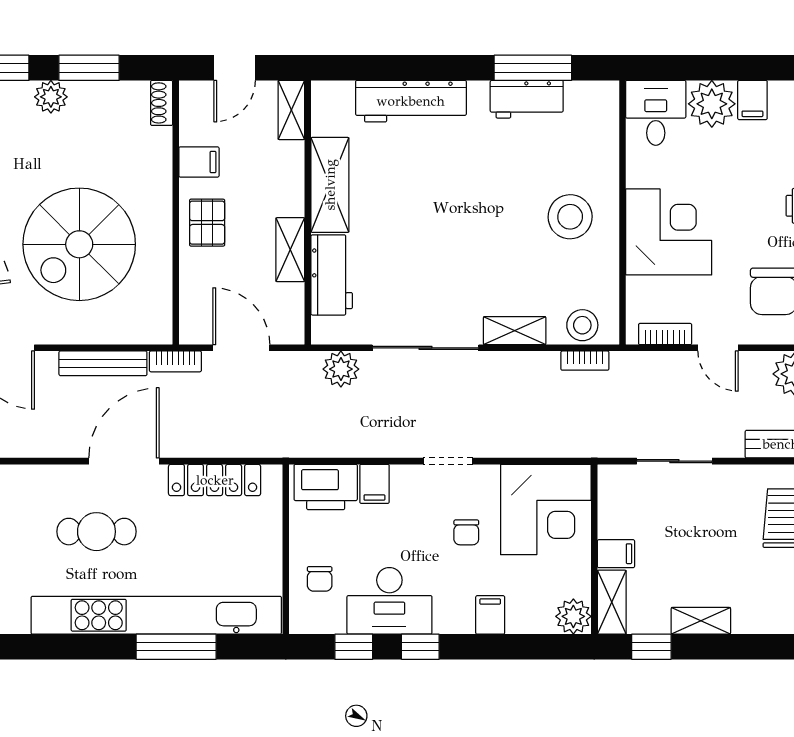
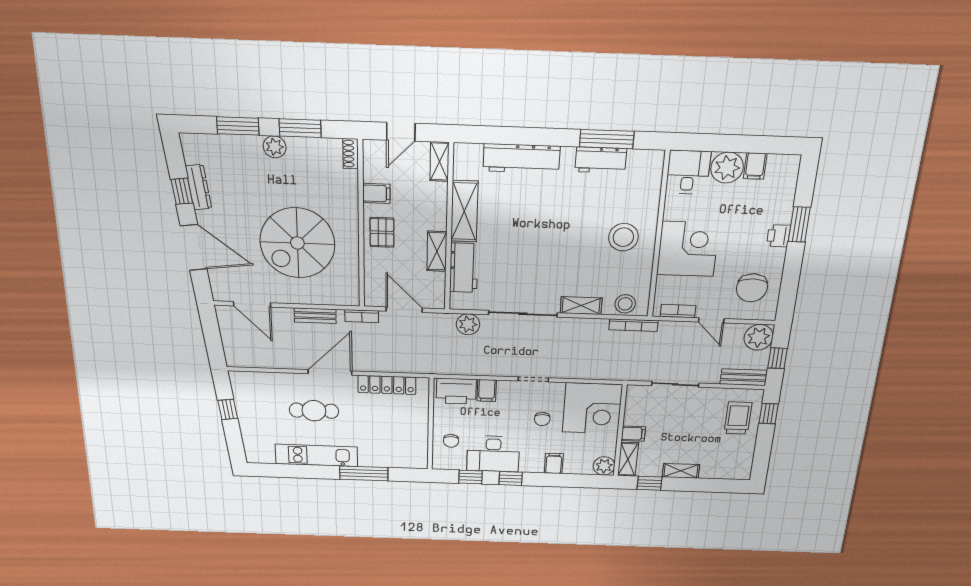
bookcase: (585, 361) -> (633, 325), width x1.56
bench: (103, 363) -> (315, 316), width x0.73
kitchen unit: (156, 615) -> (317, 455), width x0.54

